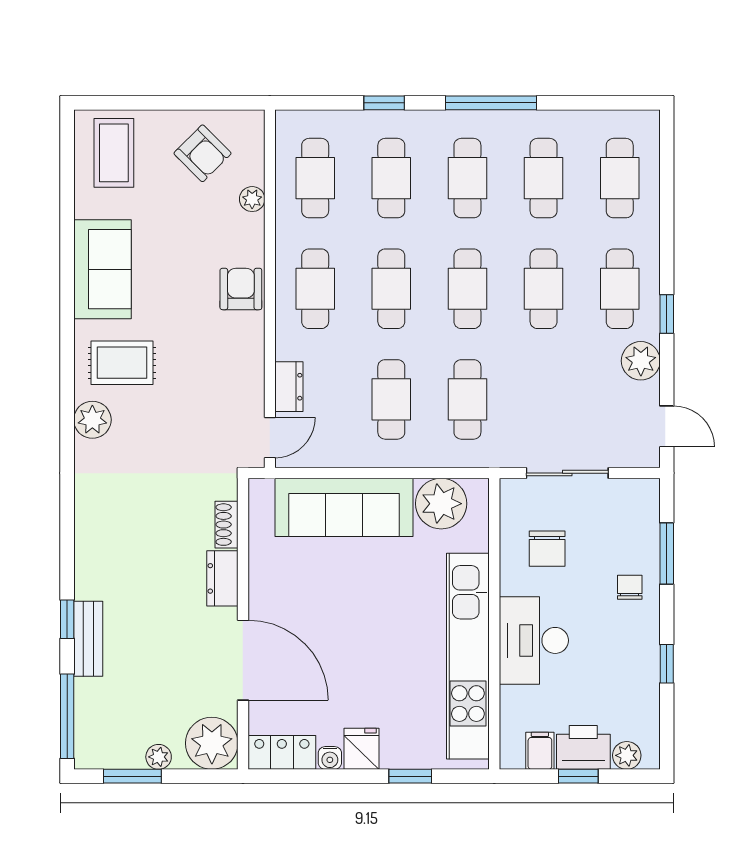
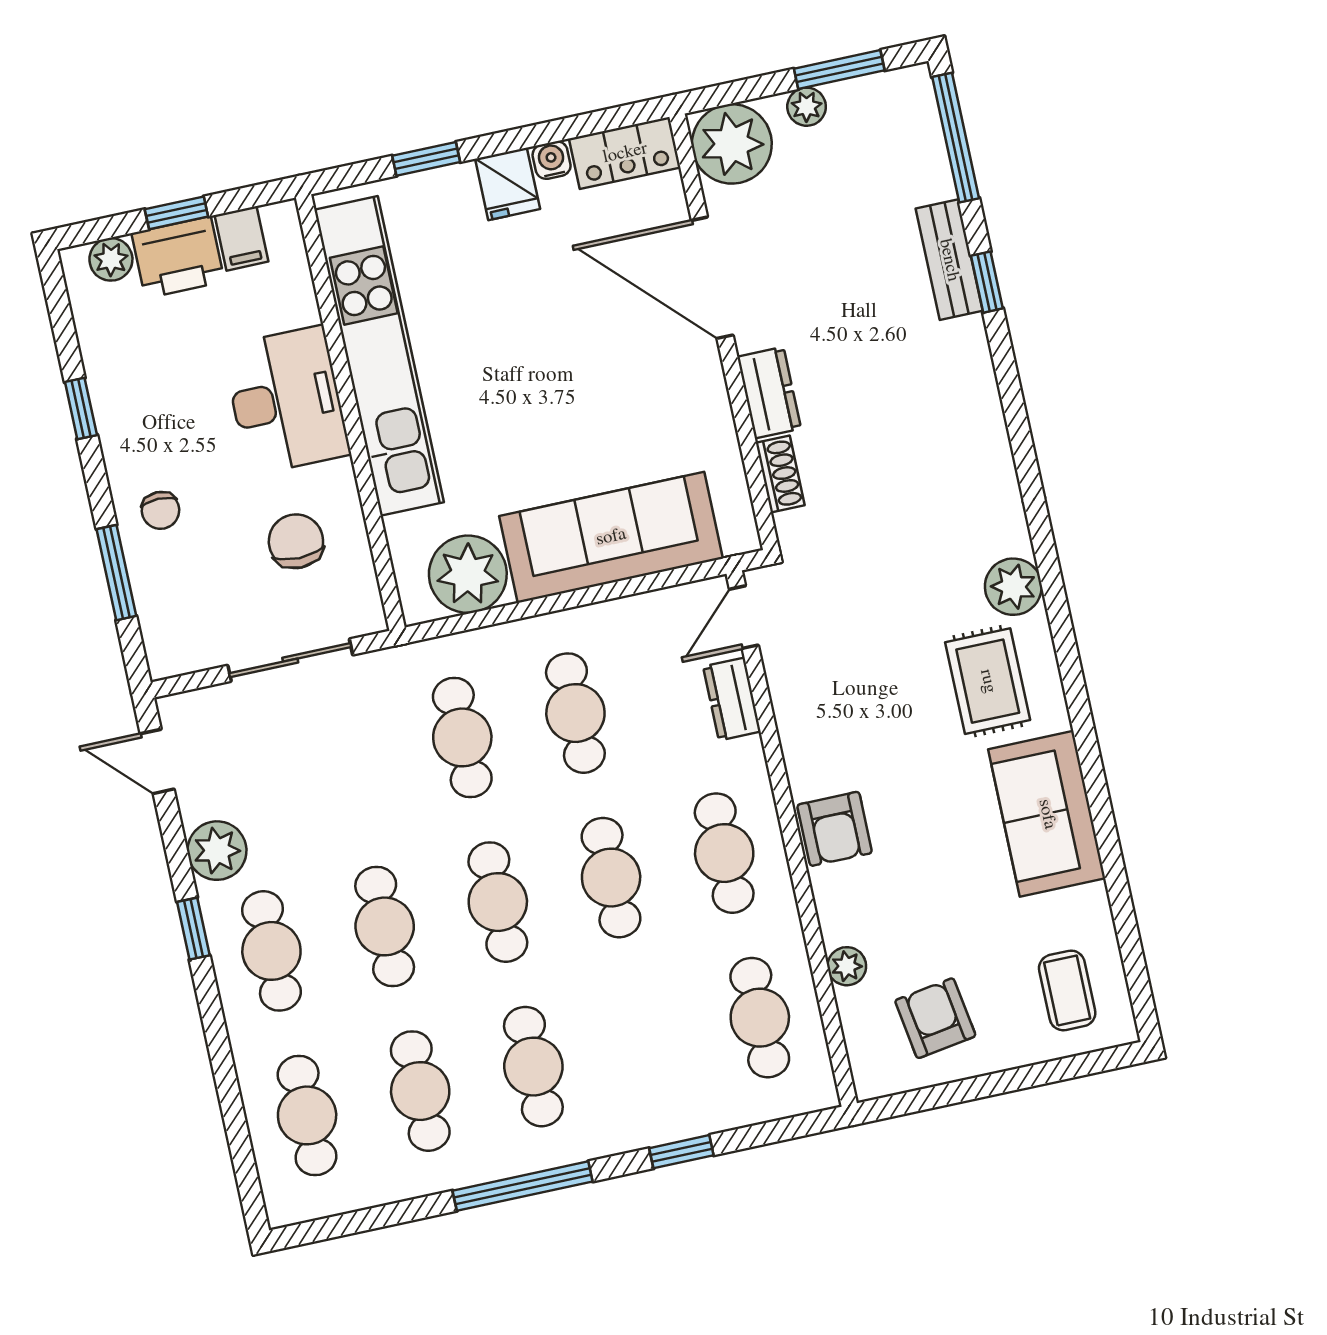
coffee table: (114, 153) -> (1067, 990), width x0.73, depth x0.77
armchair: (203, 153) -> (935, 1018), turned 36
cafe table: (391, 178) -> (647, 1042), removed
rug: (122, 363) -> (988, 681), turned 90

